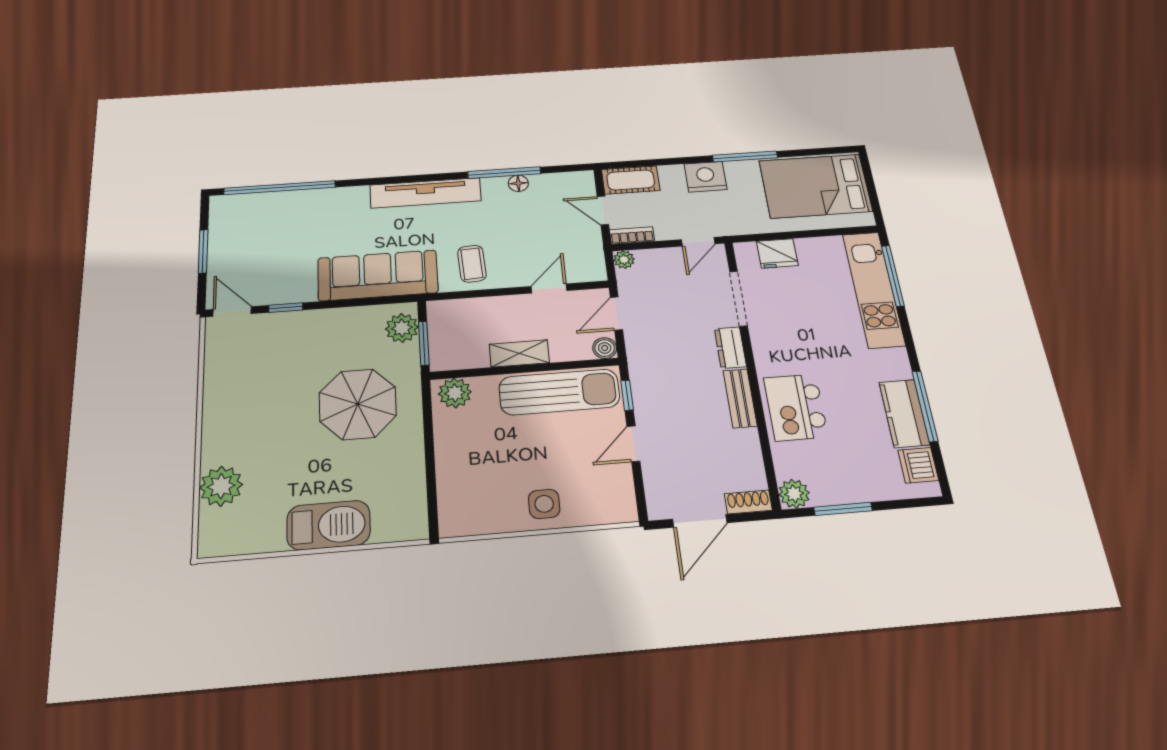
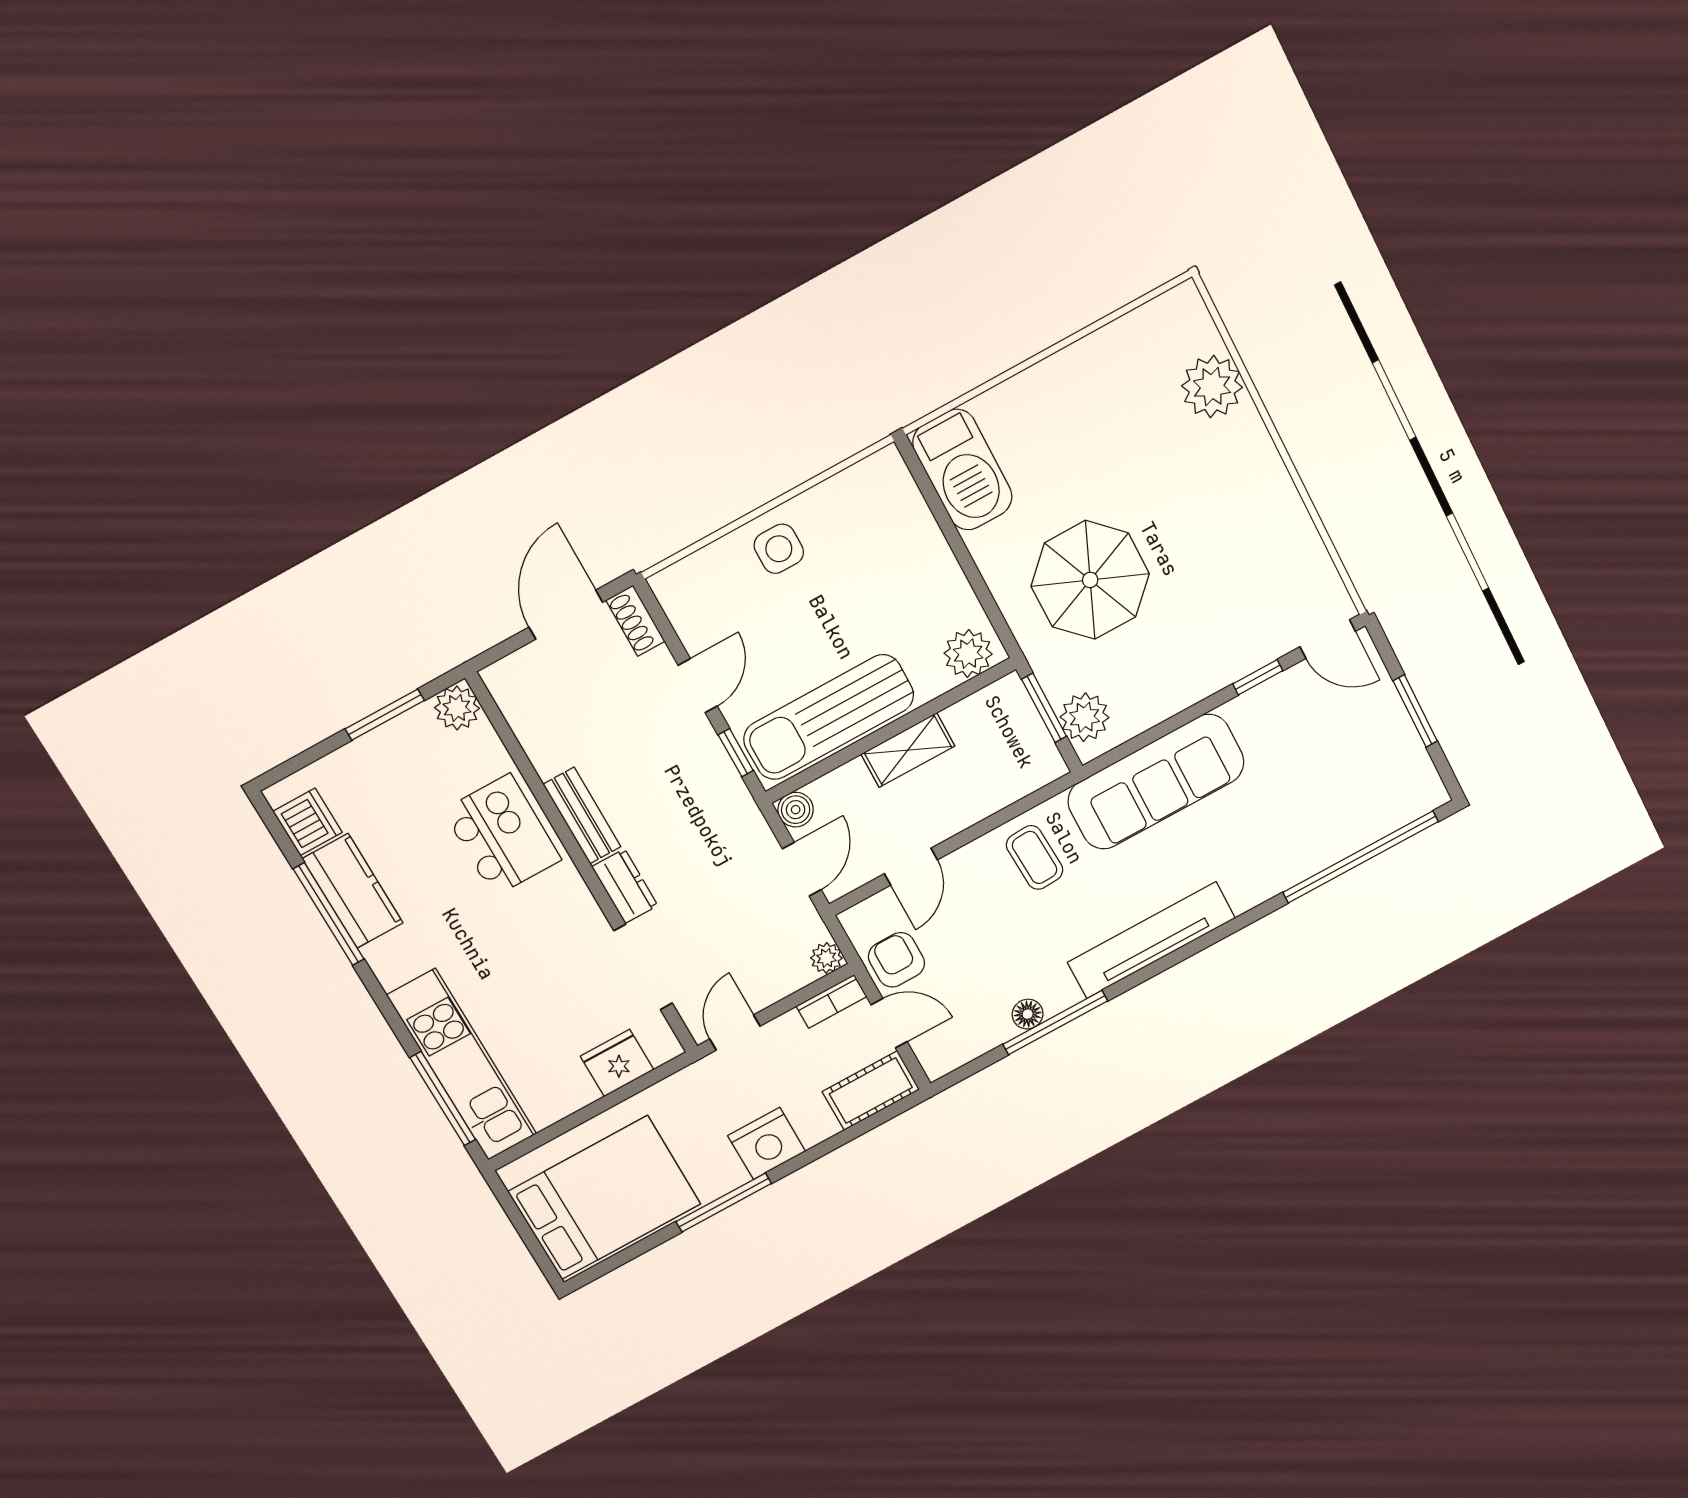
armchair: (582, 242) -> (896, 960), added
shoe rack: (748, 502) -> (635, 621), moved, turned 90
barbecue: (329, 525) -> (962, 470), moved, turned -90

